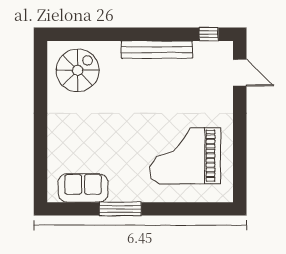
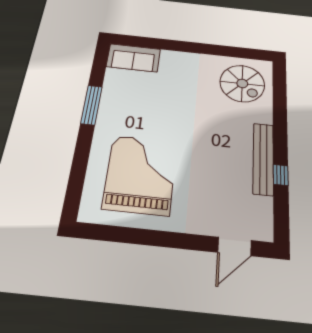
window: (209, 34) -> (281, 175), moved
sofa: (83, 188) -> (133, 58), moved, turned 90

